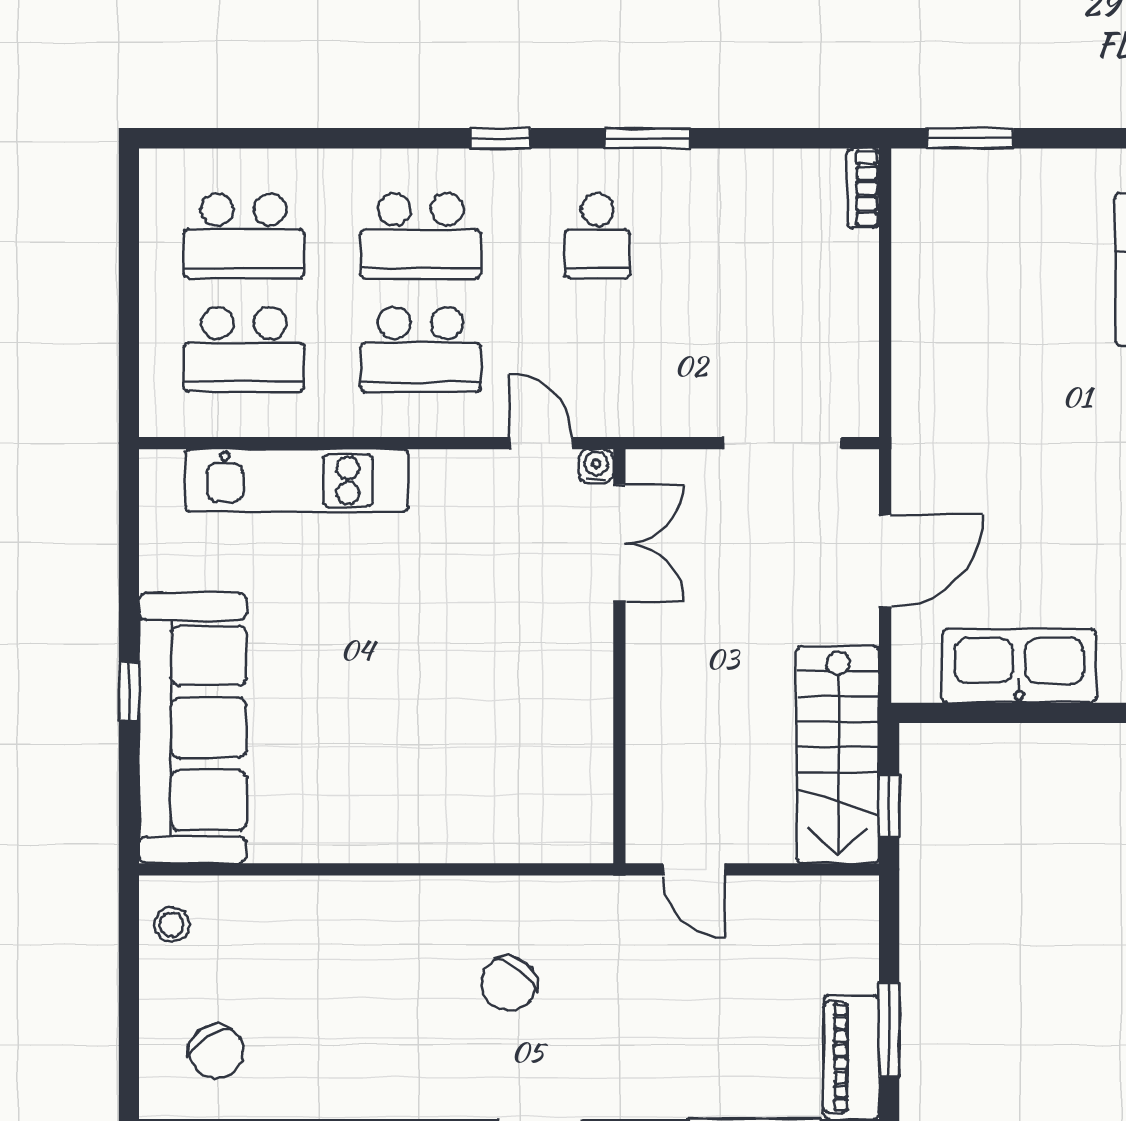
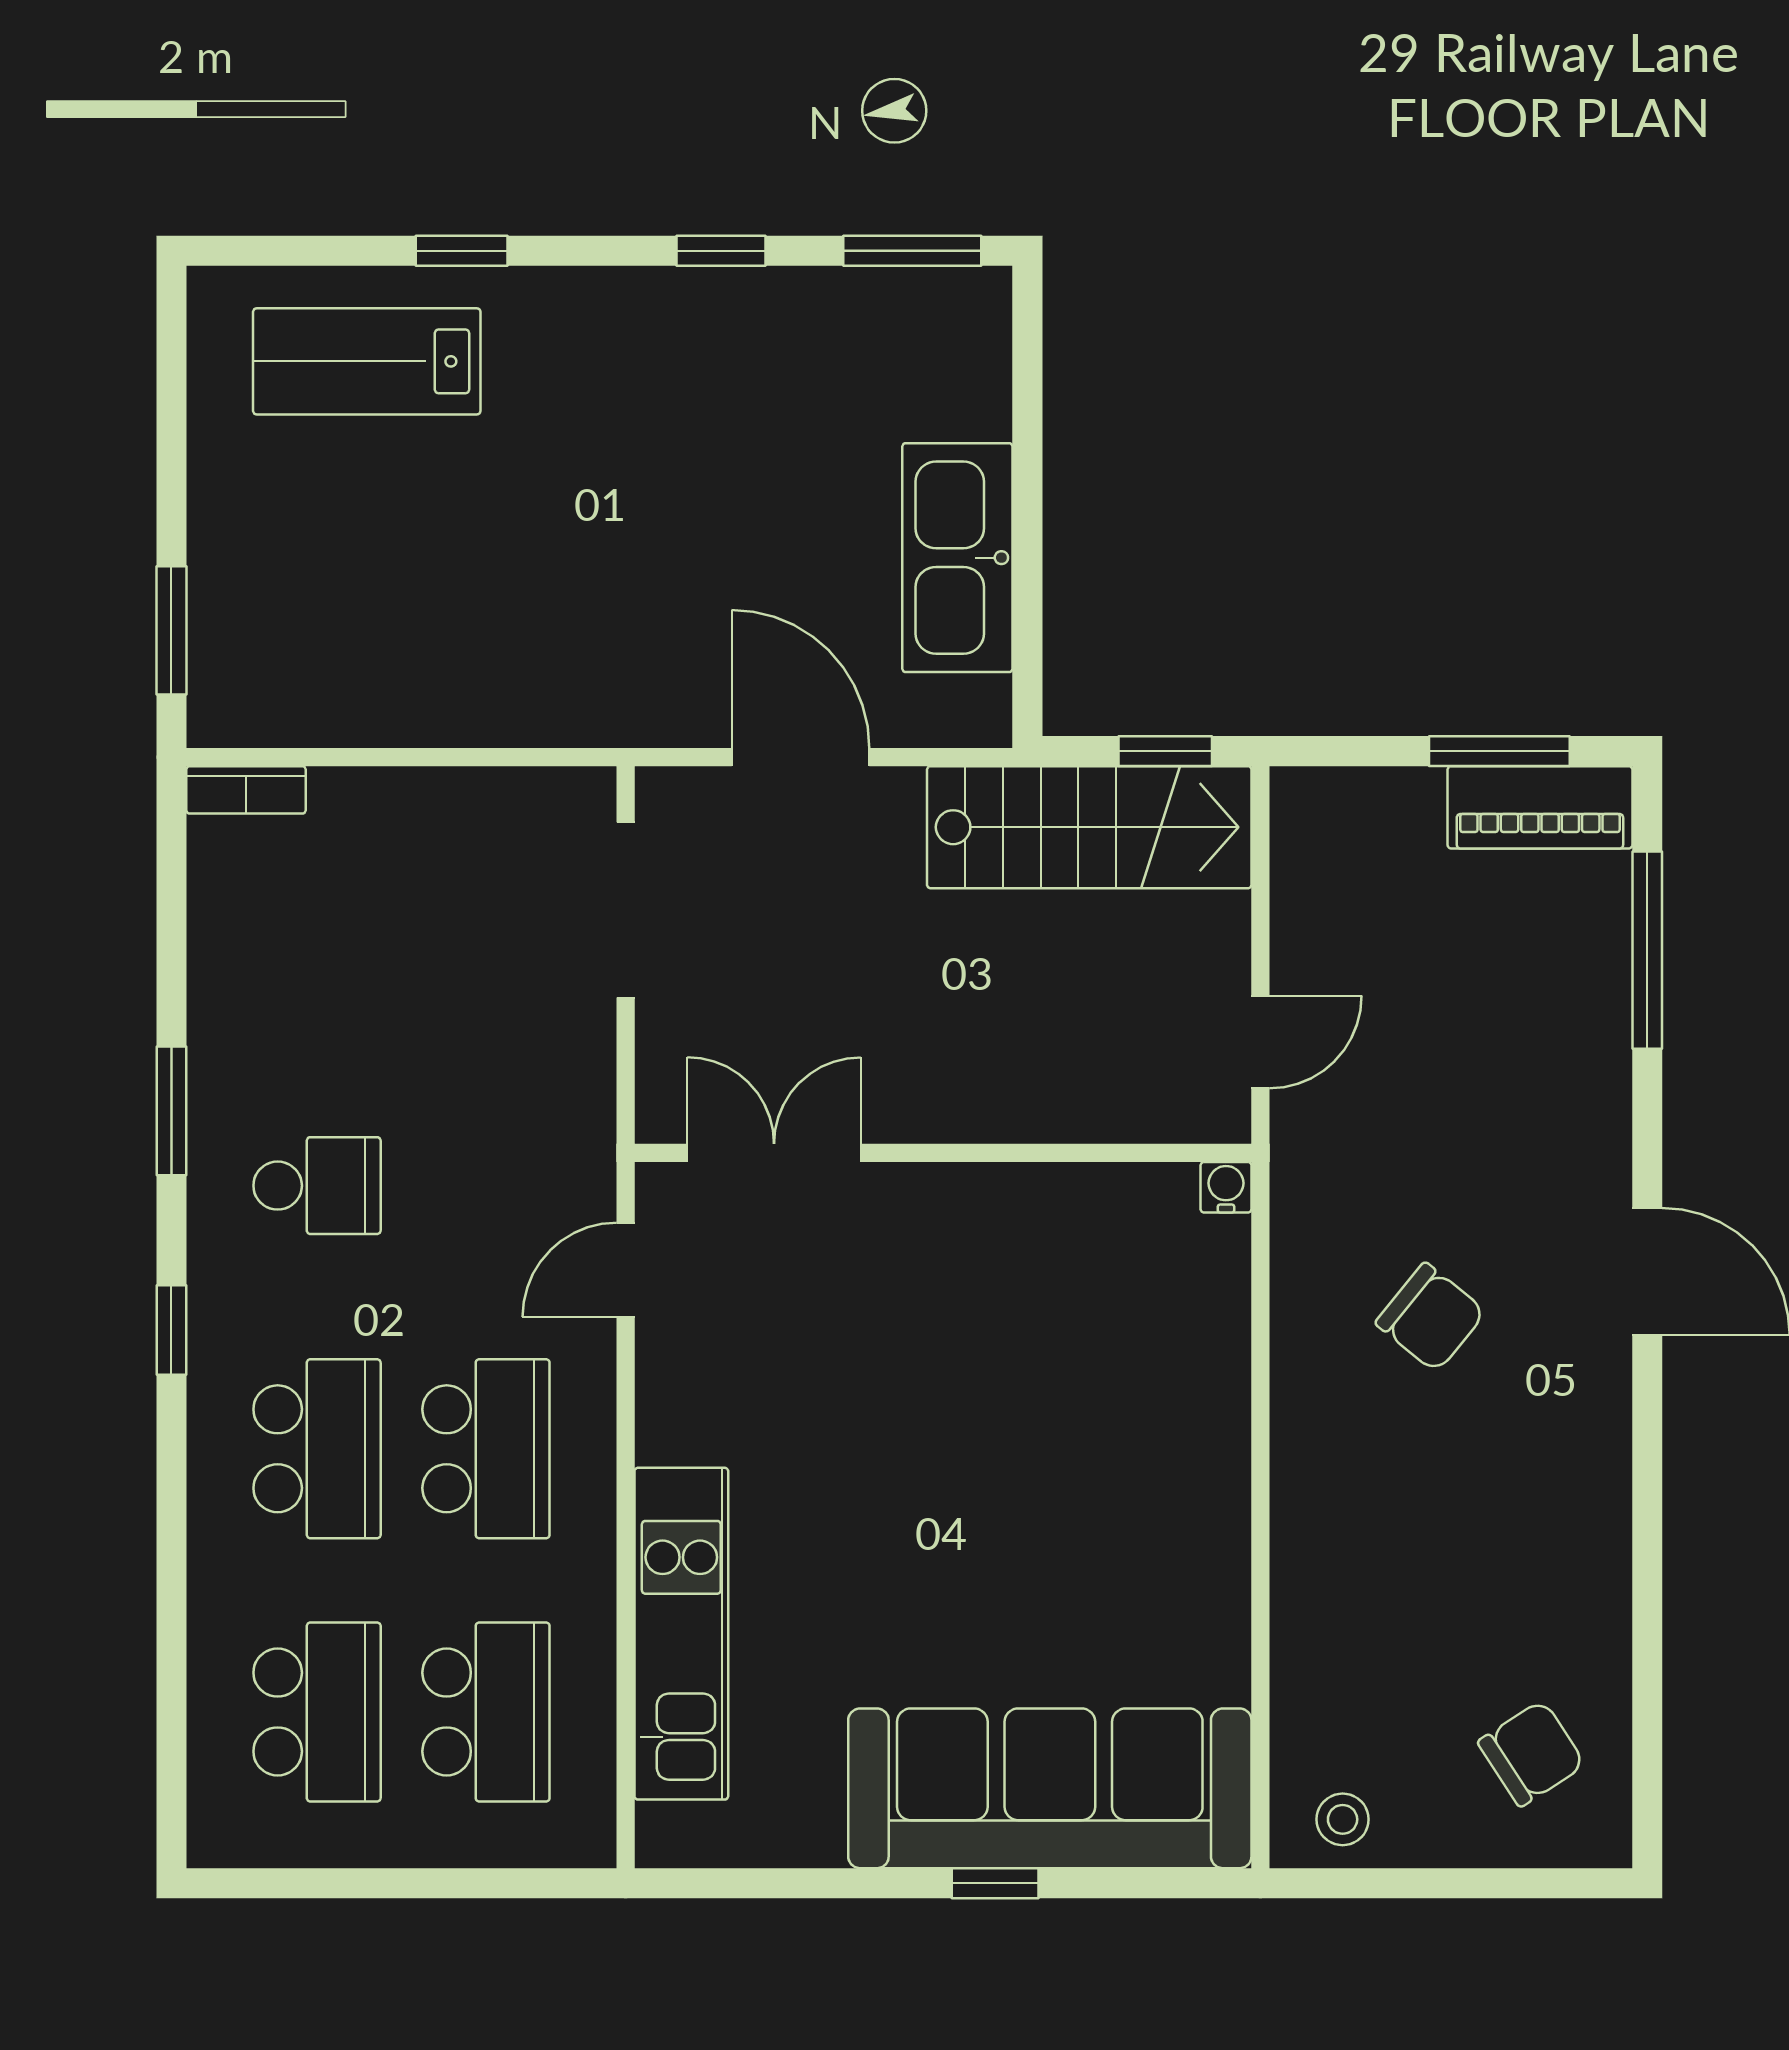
water cooler: (596, 466) -> (1226, 1187), moved, turned 90

